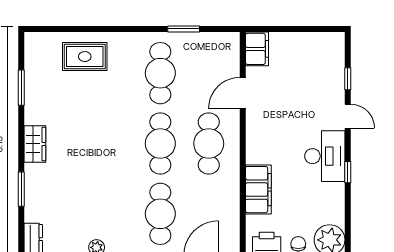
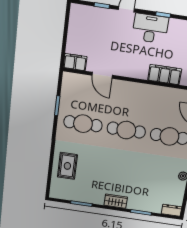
cafe table: (209, 144) -> (131, 101), removed

